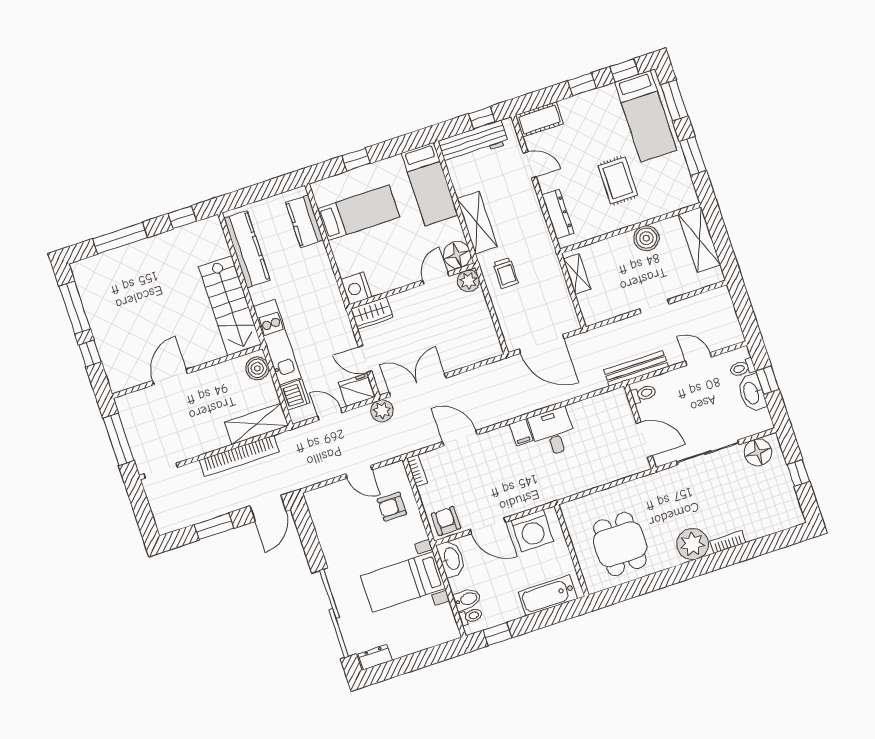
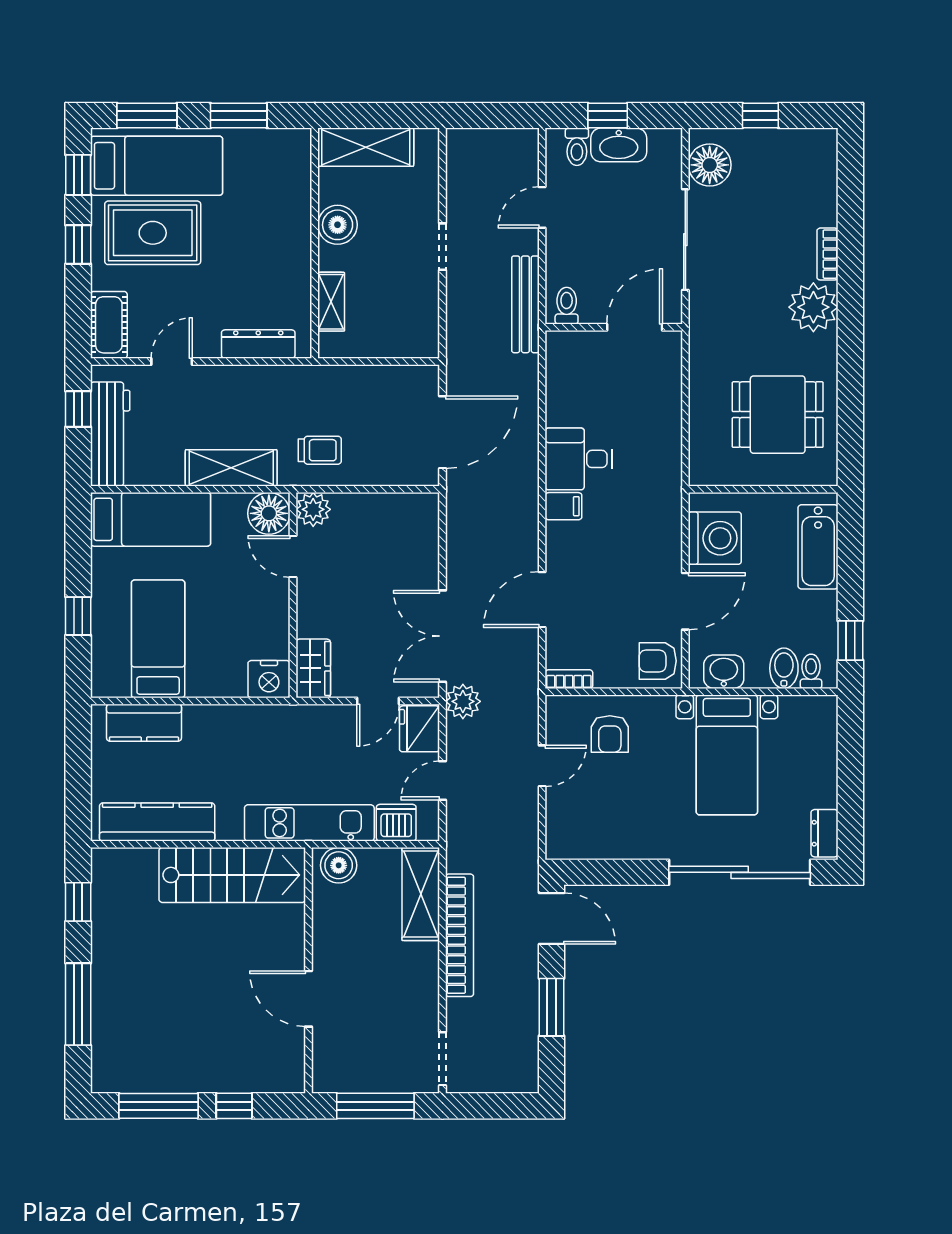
rug: (618, 181) -> (153, 233), moved, width x1.36, depth x1.43
shelving: (577, 274) -> (331, 302), moved, turned 90
washbasin: (451, 559) -> (724, 672), width x0.72

